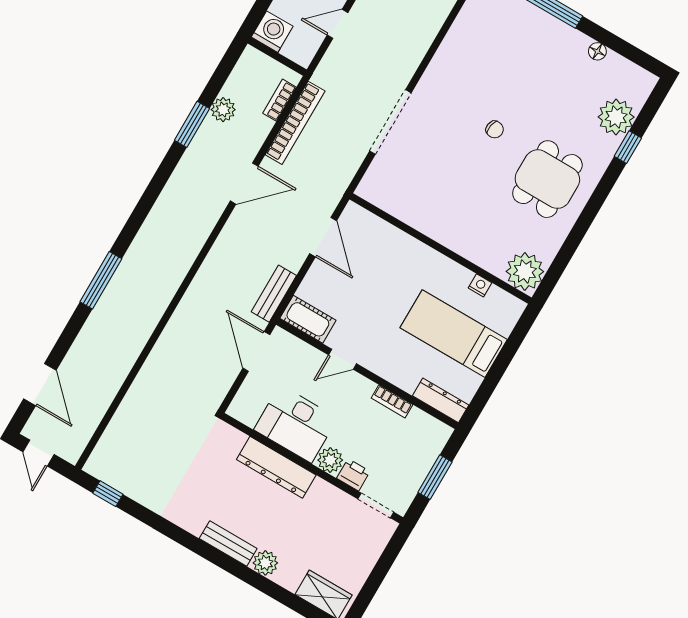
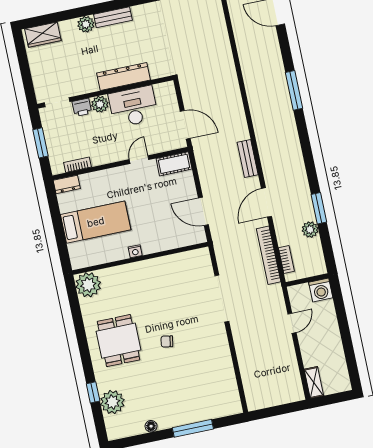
nightstand: (480, 285) -> (135, 251), moved
bench: (274, 294) -> (248, 158), moved
dresser: (441, 400) -> (67, 184), width x0.70
bookcase: (392, 401) -> (78, 165), moved

